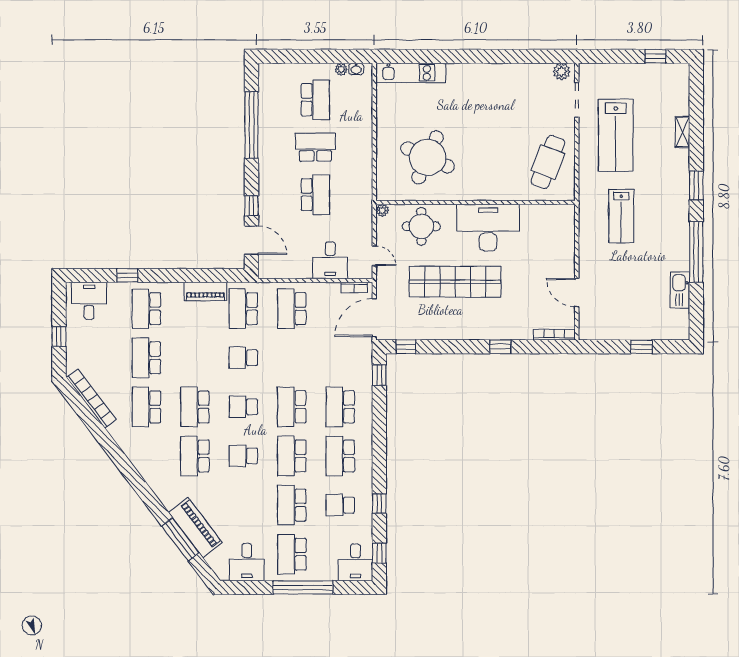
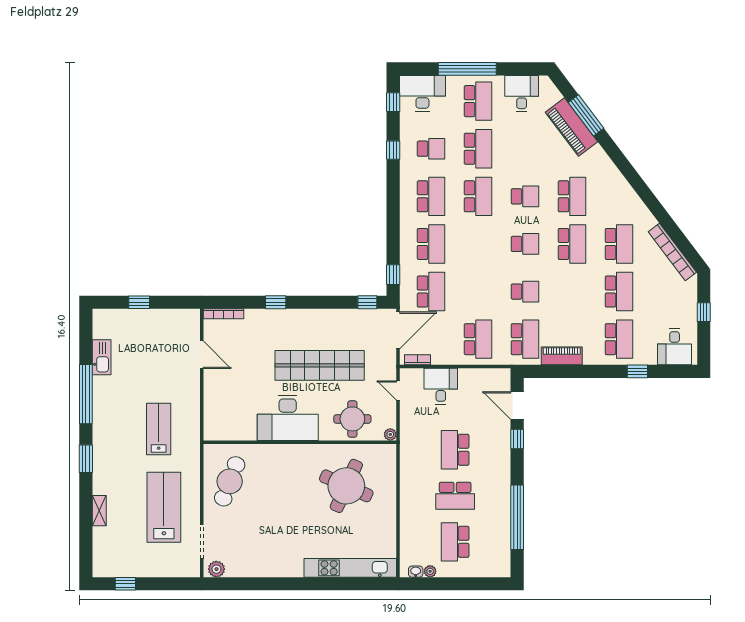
kitchen unit: (411, 73) -> (350, 568), width x1.36
school desk: (292, 407) -> (431, 292), moved
desk: (355, 562) -> (422, 93), width x1.37

